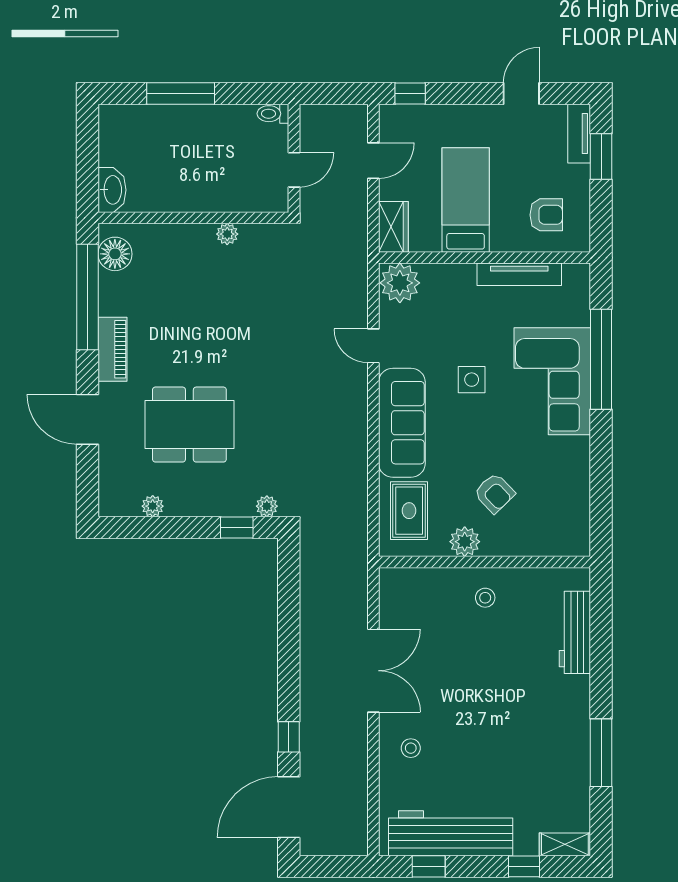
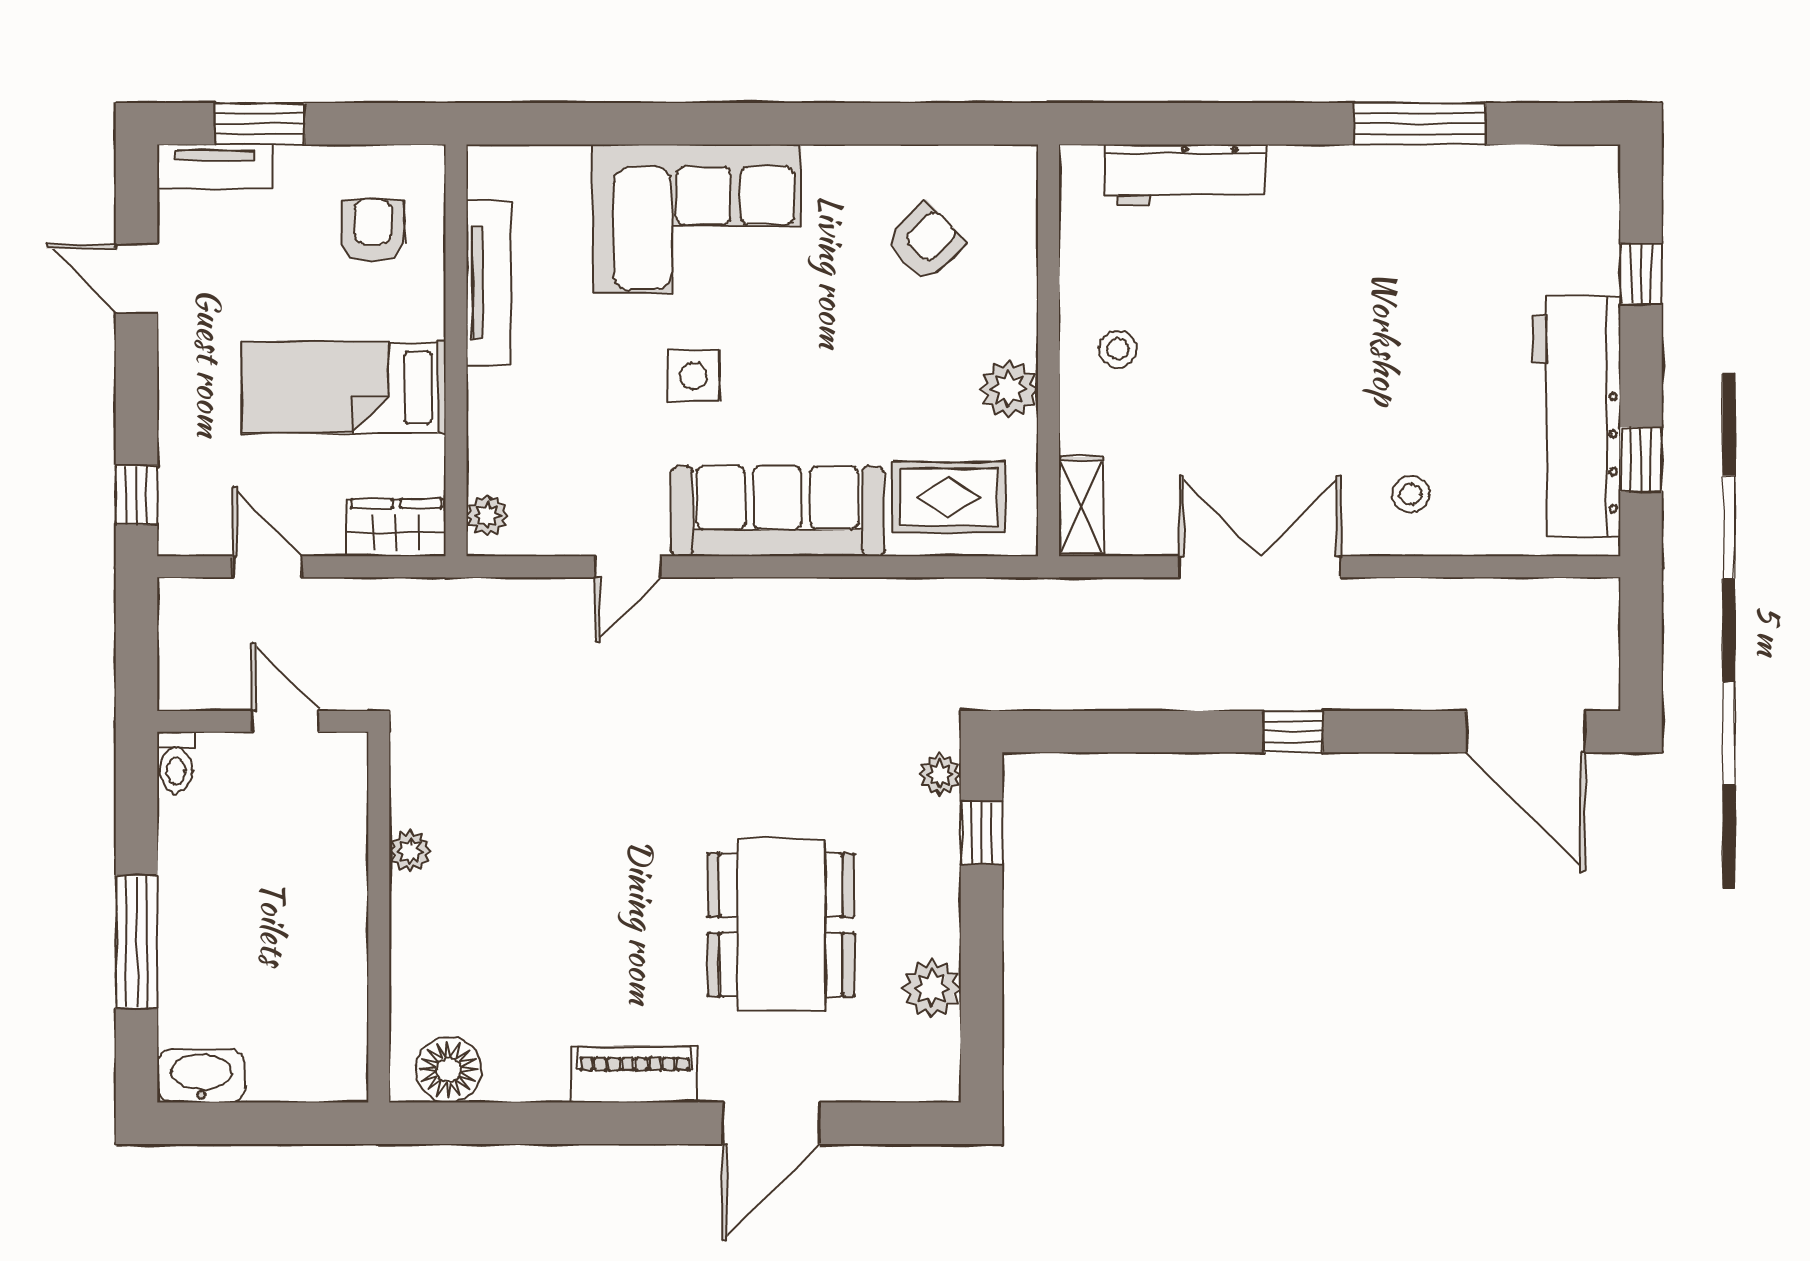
washbasin: (112, 190) -> (201, 1076), moved
plant: (400, 283) -> (487, 515), width x0.53, depth x0.53
window: (88, 297) -> (533, 1123), removed
window: (601, 359) -> (654, 124), removed
armchair: (494, 493) -> (925, 242), moved
plant: (153, 506) -> (932, 989), width x1.38, depth x1.38
window: (289, 737) -> (1293, 732), moved
shelving: (565, 844) -> (1081, 507), moved

